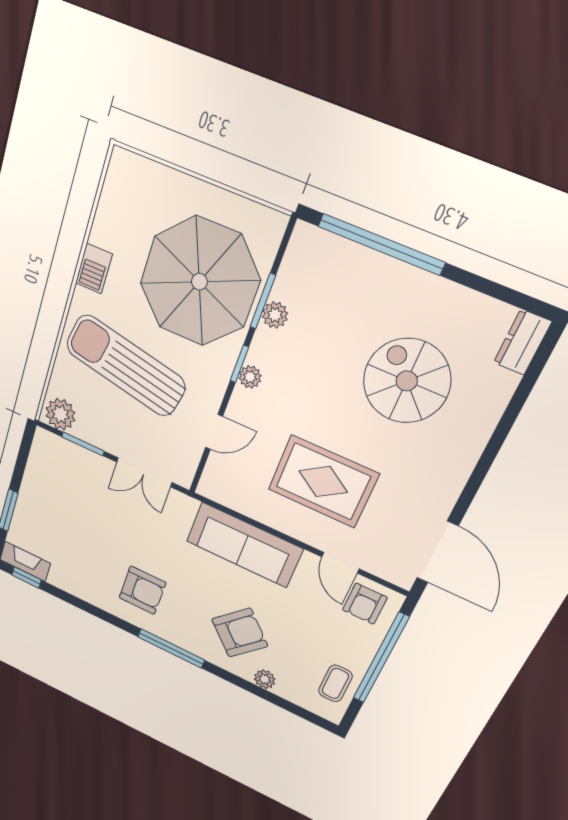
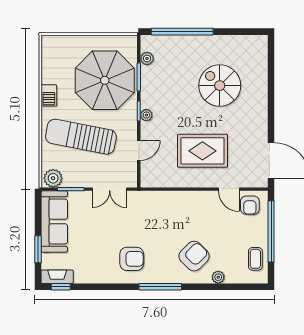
plant: (275, 315) -> (147, 58), moved
dresser: (522, 342) -> (260, 48), removed
sofa: (244, 545) -> (54, 221), moved, turned -90

